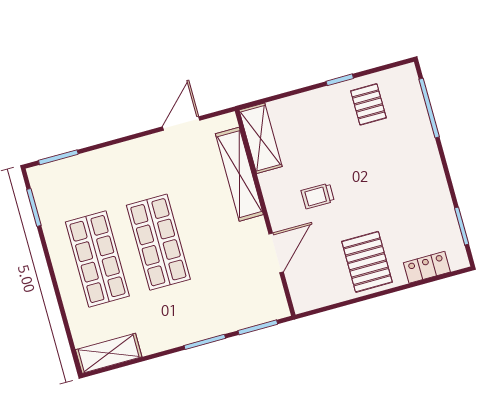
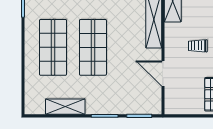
door: (276, 253) -> (163, 74), swing flipped
shelving: (109, 353) -> (65, 107), moved

